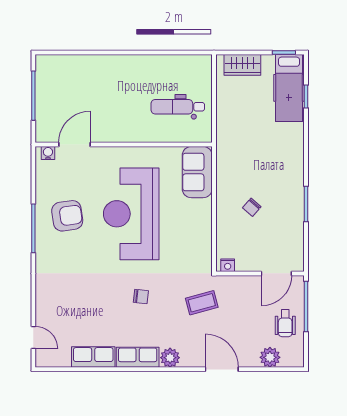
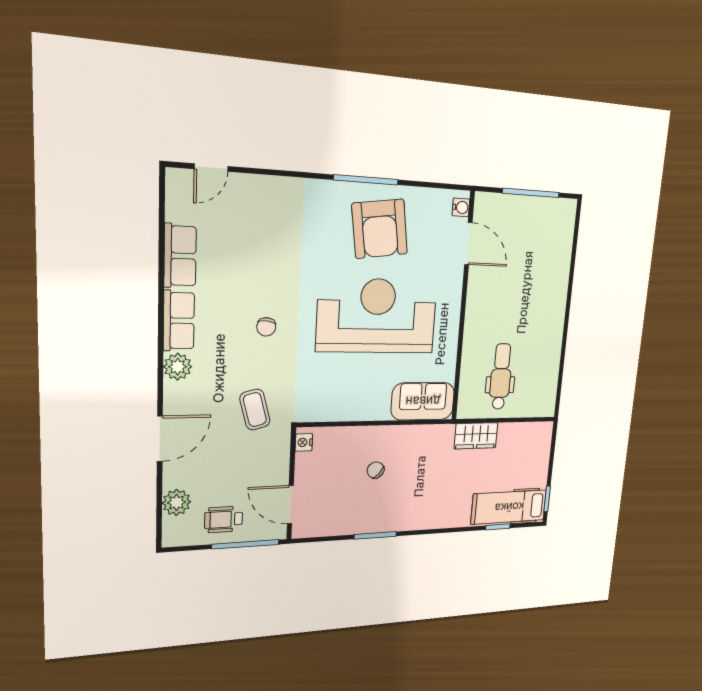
wardrobe: (242, 65) -> (476, 436), moved, turned -90
armchair: (67, 216) -> (380, 229), width x1.36, depth x1.36

